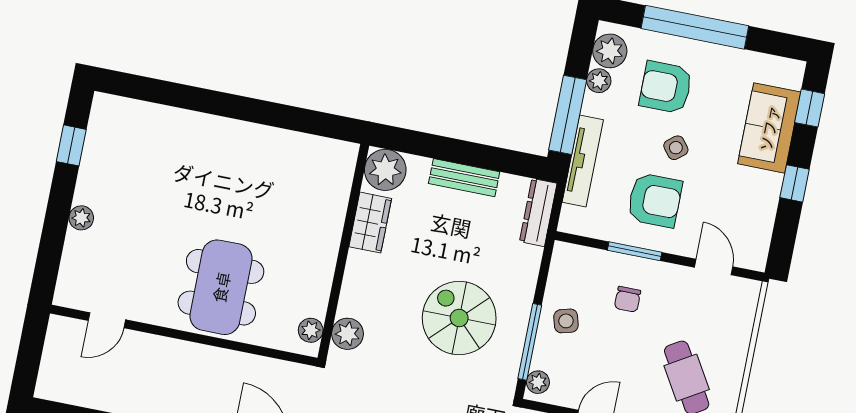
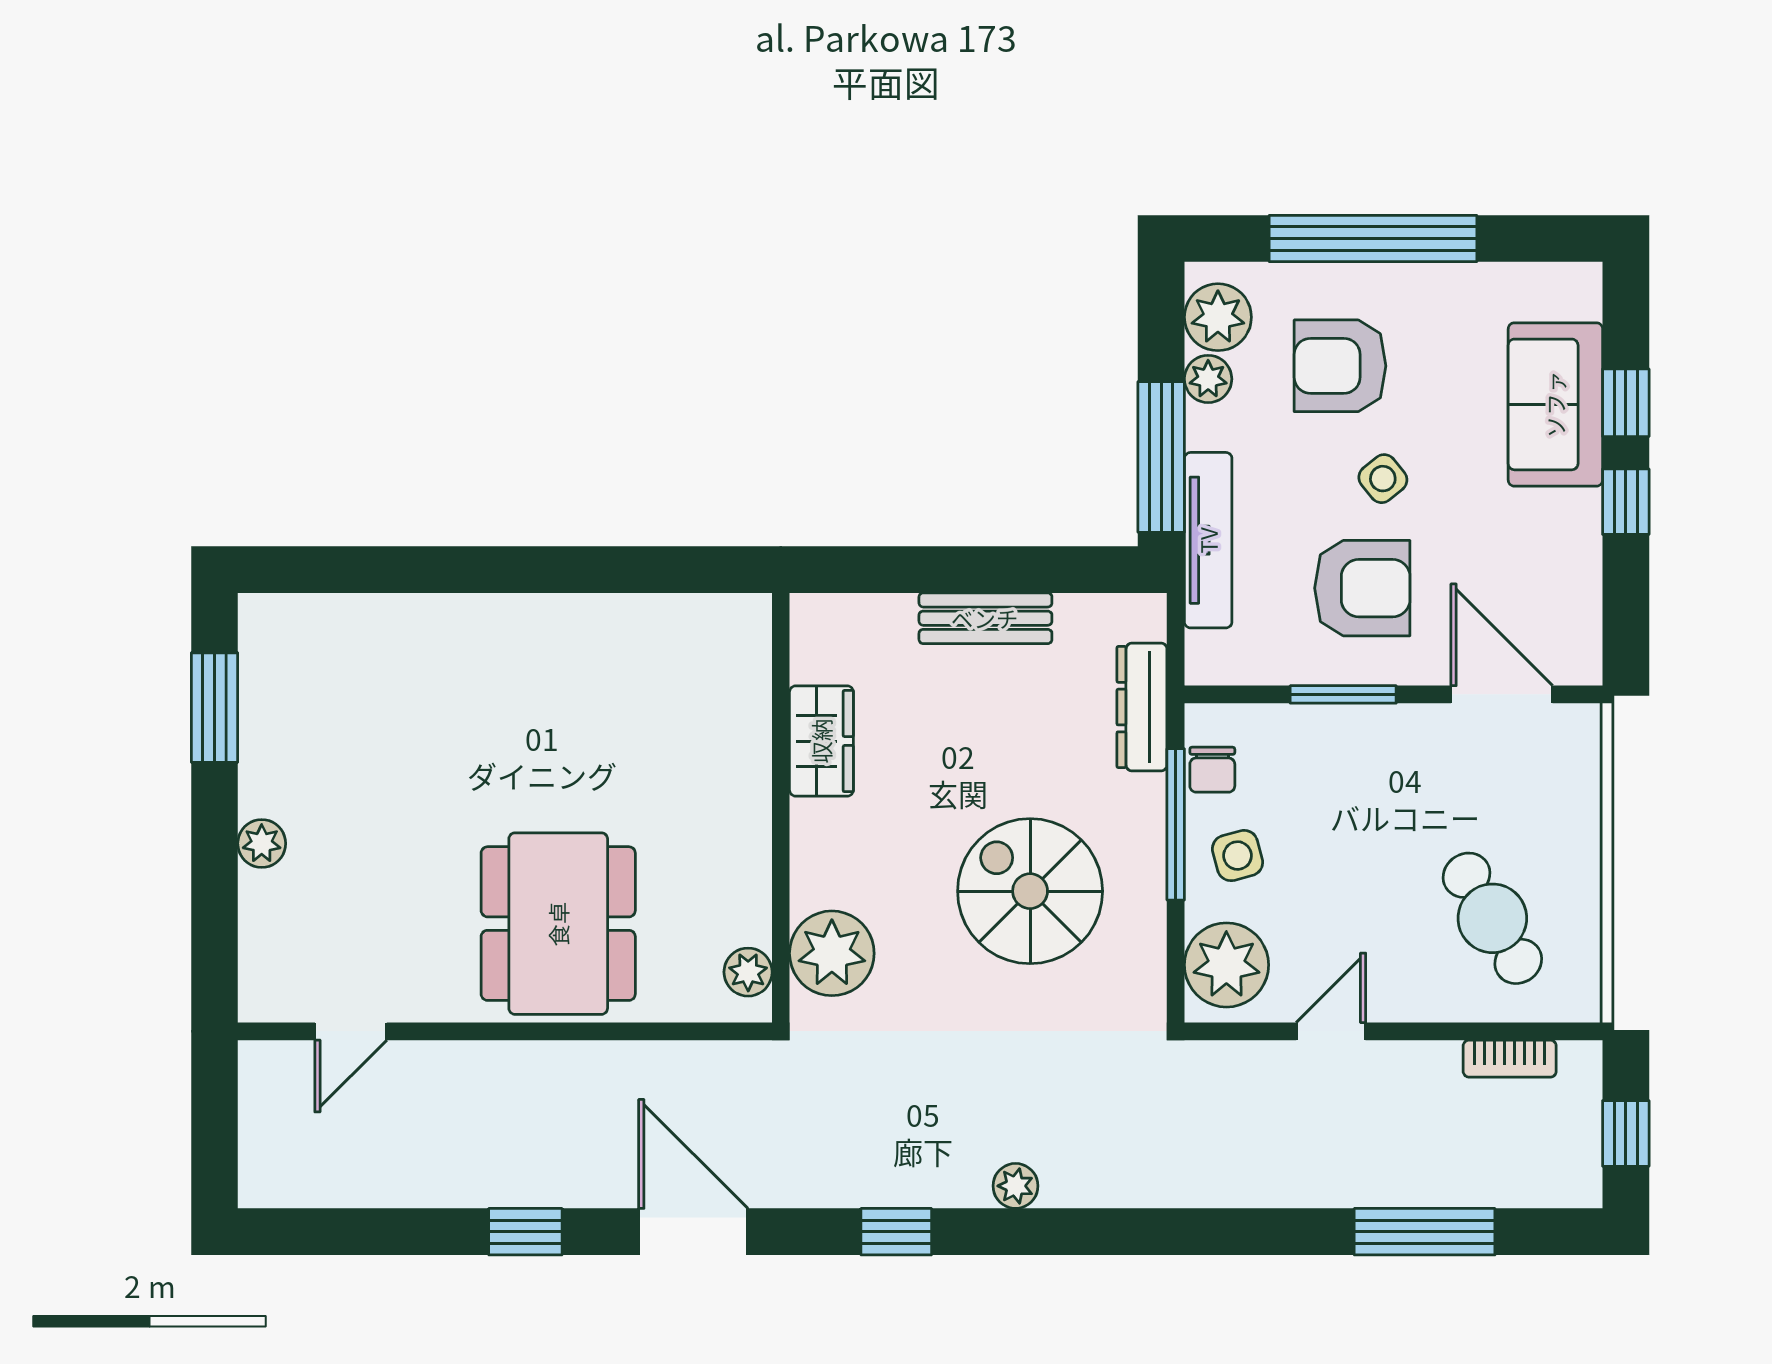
window: (810, 108) -> (1626, 403), moved
window: (71, 145) -> (214, 708), width x1.50
plant: (385, 170) -> (830, 634), removed
dresser: (538, 212) -> (1142, 707), moved
door: (714, 267) -> (1502, 694), width x1.38
chair: (628, 299) -> (1212, 770), moved
plant: (348, 334) -> (832, 953), width x1.36, depth x1.36
window: (530, 342) -> (1176, 824), moved
plant: (538, 382) -> (1226, 965), width x1.88, depth x1.88

